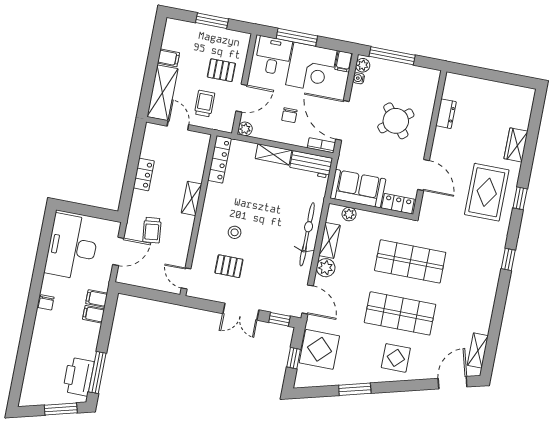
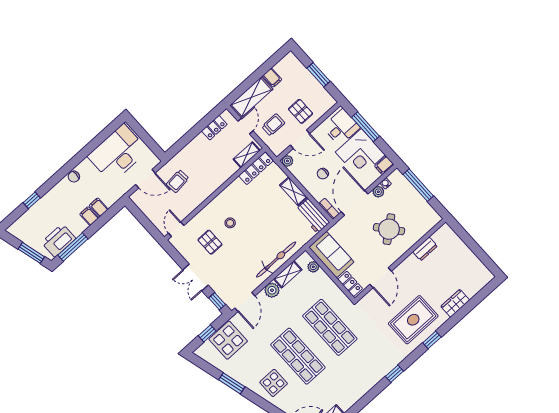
plant: (363, 65) -> (378, 192), moved
locker: (144, 174) -> (214, 128), moved
shelving: (192, 198) -> (247, 155), moved
filing cabinet: (97, 298) -> (89, 216), moved
window: (22, 357) -> (32, 200), added

